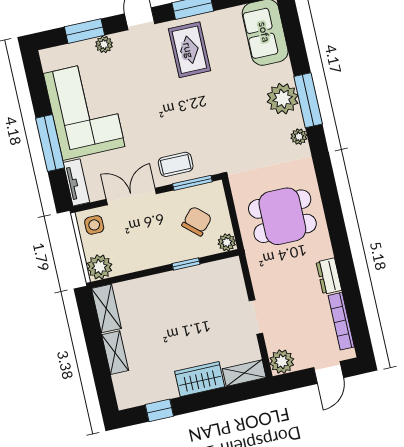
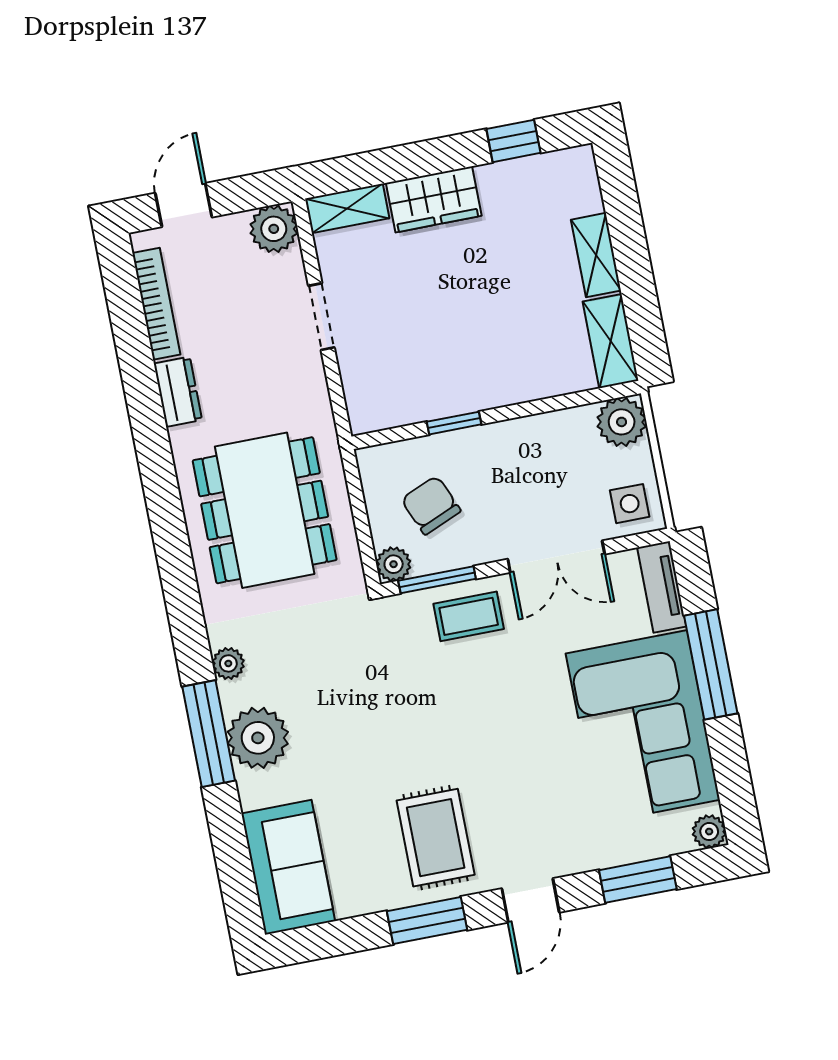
plant: (104, 44) -> (709, 832), moved
dining table: (282, 216) -> (265, 510), width x1.38
chair: (197, 221) -> (431, 505), turned 115
plant: (227, 242) -> (394, 564), moved

